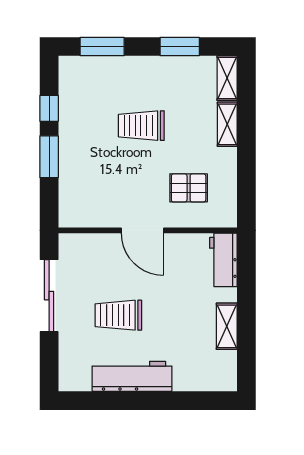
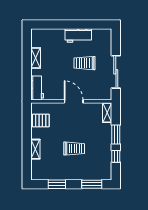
shelving: (227, 78) -> (107, 113), moved
pallet: (189, 188) -> (41, 120), moved
trolley: (118, 315) -> (85, 63), turned 180
workbench: (132, 376) -> (78, 35), width x0.73

